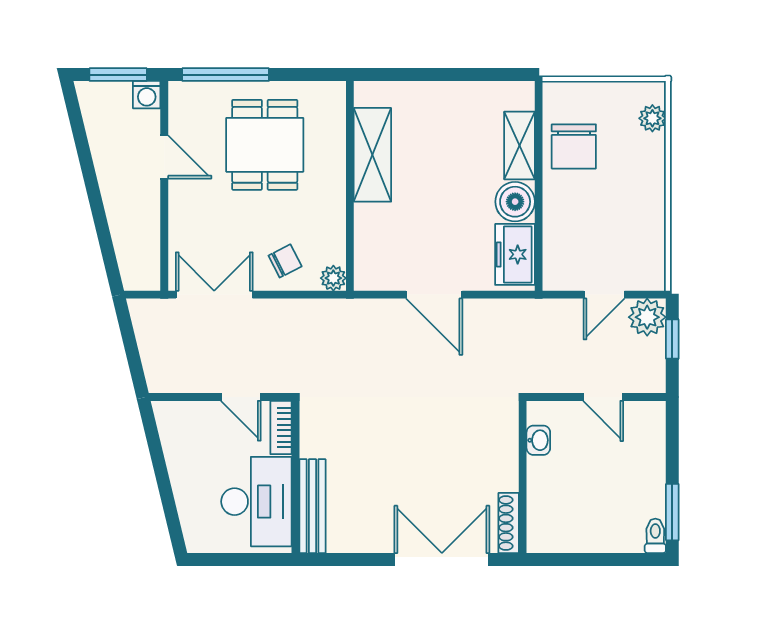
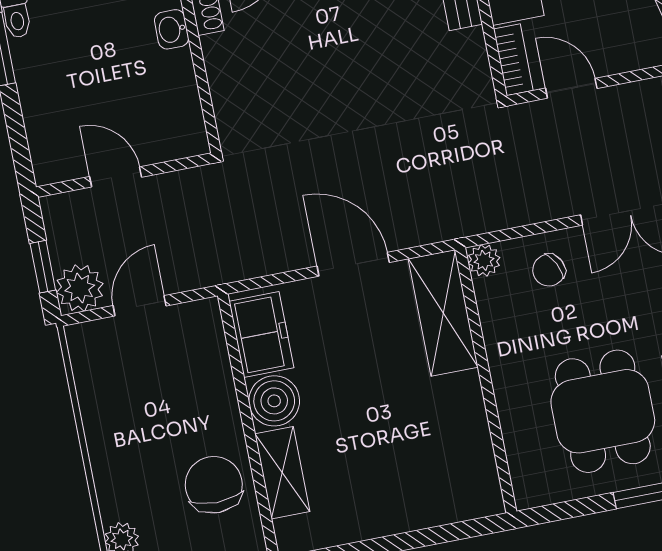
shelving: (372, 155) -> (443, 313), moved
washbasin: (538, 440) -> (172, 29), moved

